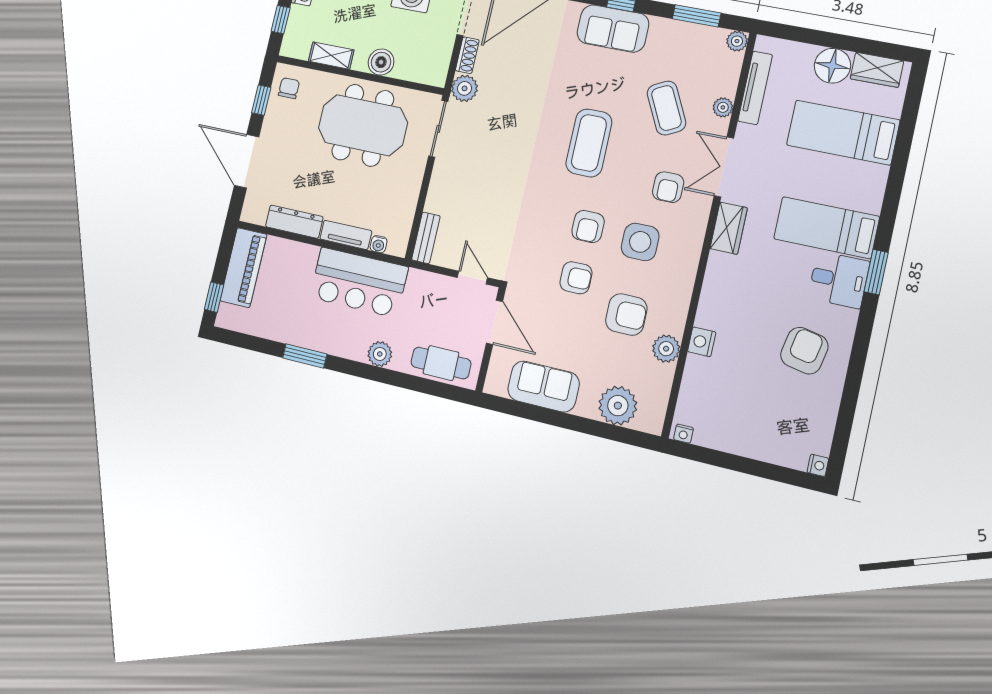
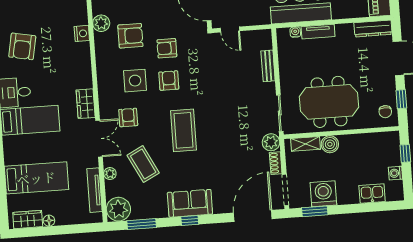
plant: (737, 41) -> (118, 209), width x1.88, depth x1.88
shelving: (331, 56) -> (306, 144), moved
floor lamp: (832, 66) -> (49, 221), width x0.53, depth x0.53
dresser: (294, 222) -> (373, 29), moved
bench: (426, 238) -> (268, 66), moved
armchair: (626, 315) -> (130, 36), turned 180

